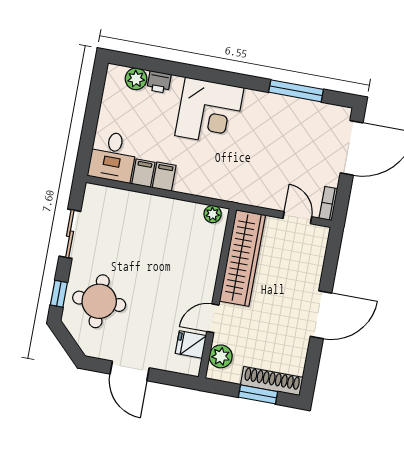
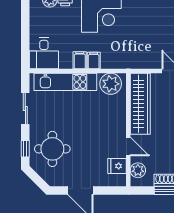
filing cabinet: (143, 173) -> (94, 60), moved
kitchen unit: (137, 205) -> (65, 82), added
plant: (213, 214) -> (111, 84), width x1.87, depth x1.87
door: (213, 318) -> (128, 146), swing flipped

